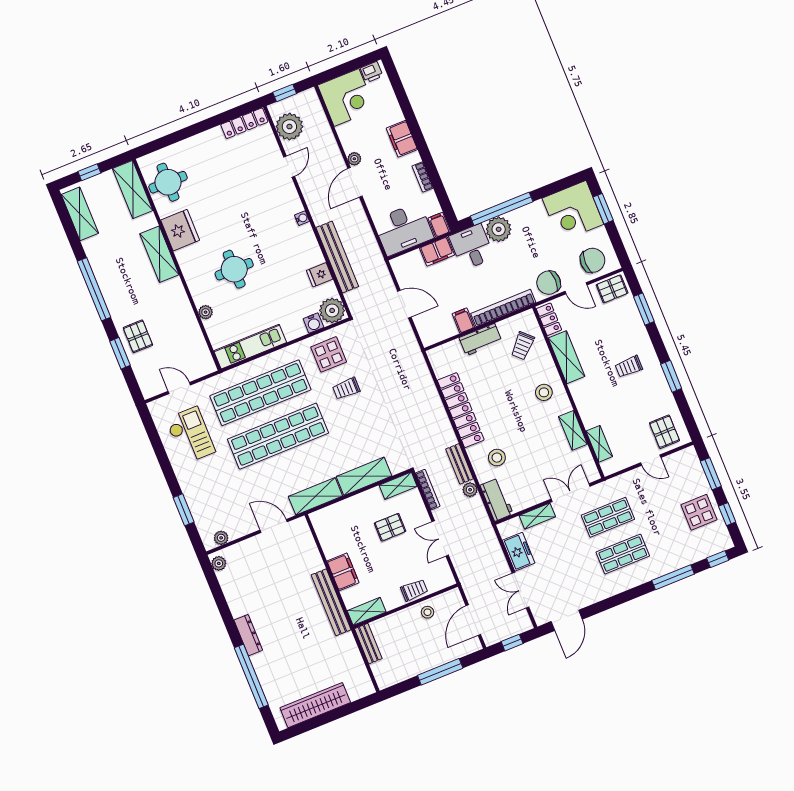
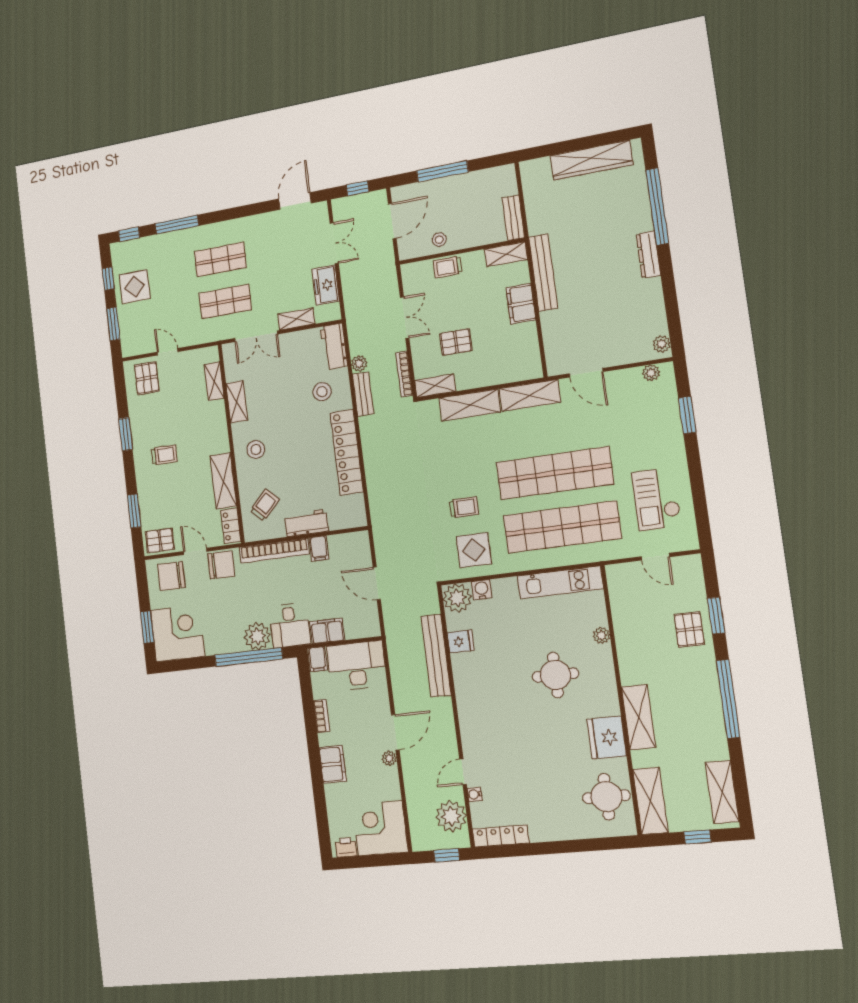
water cooler: (302, 218) -> (475, 794), moved

